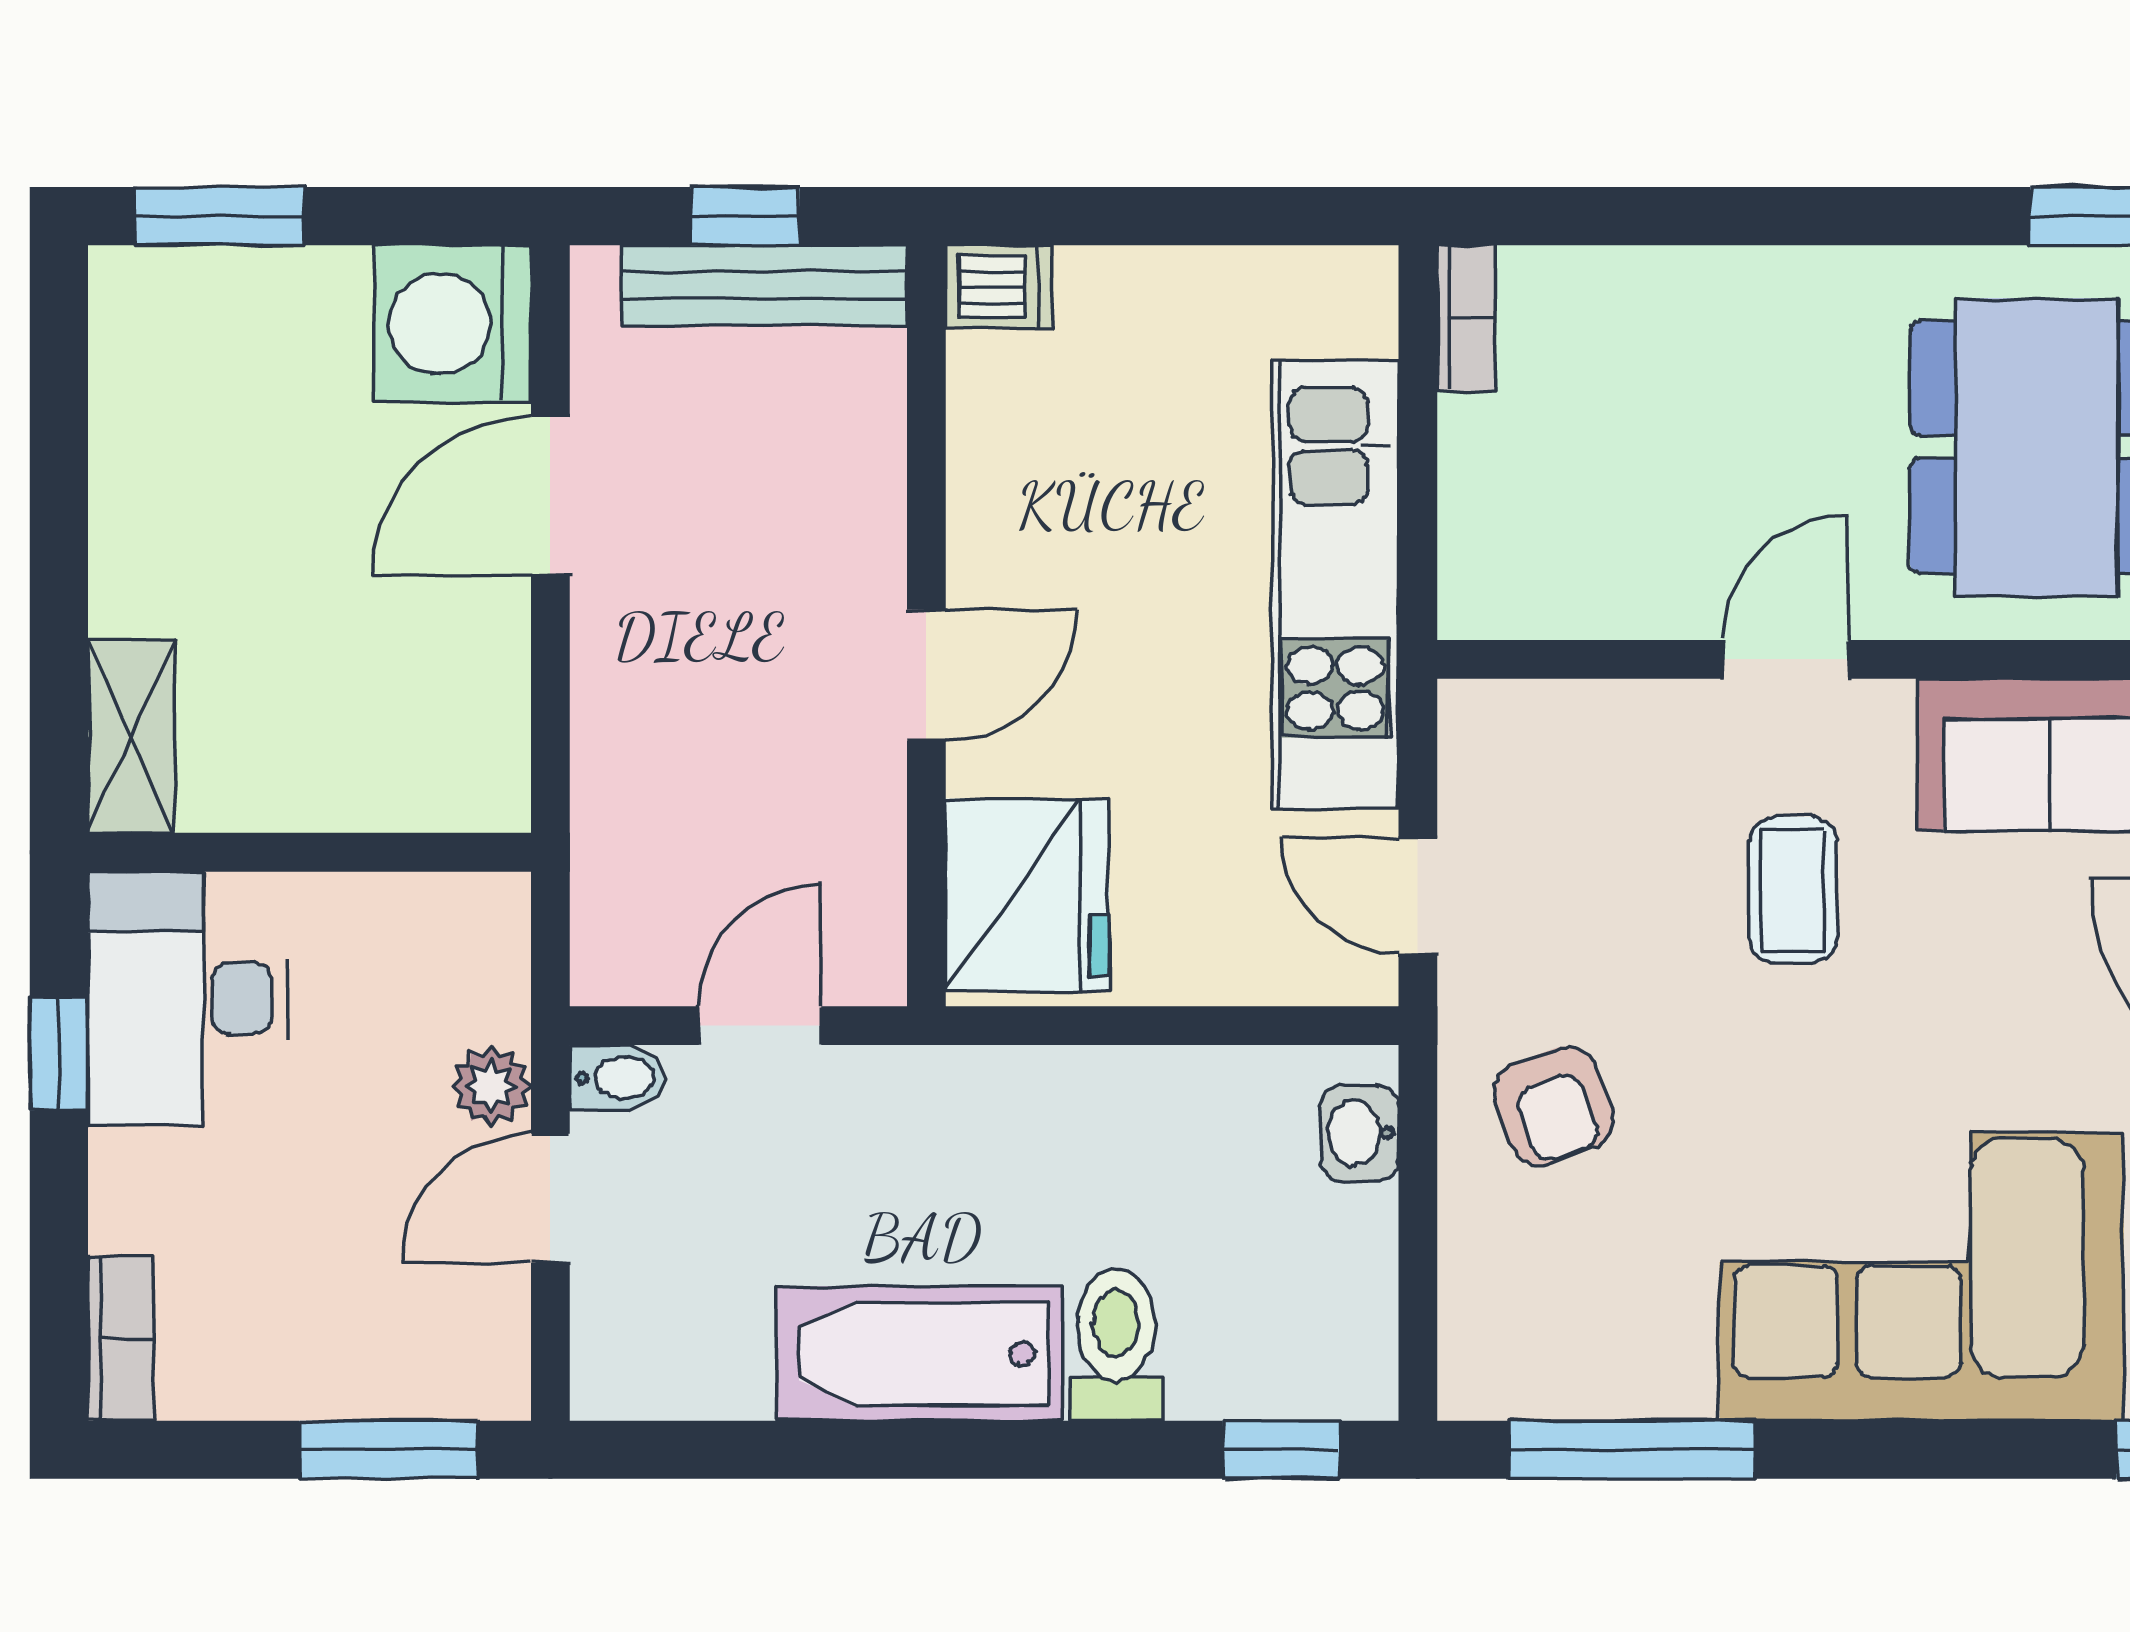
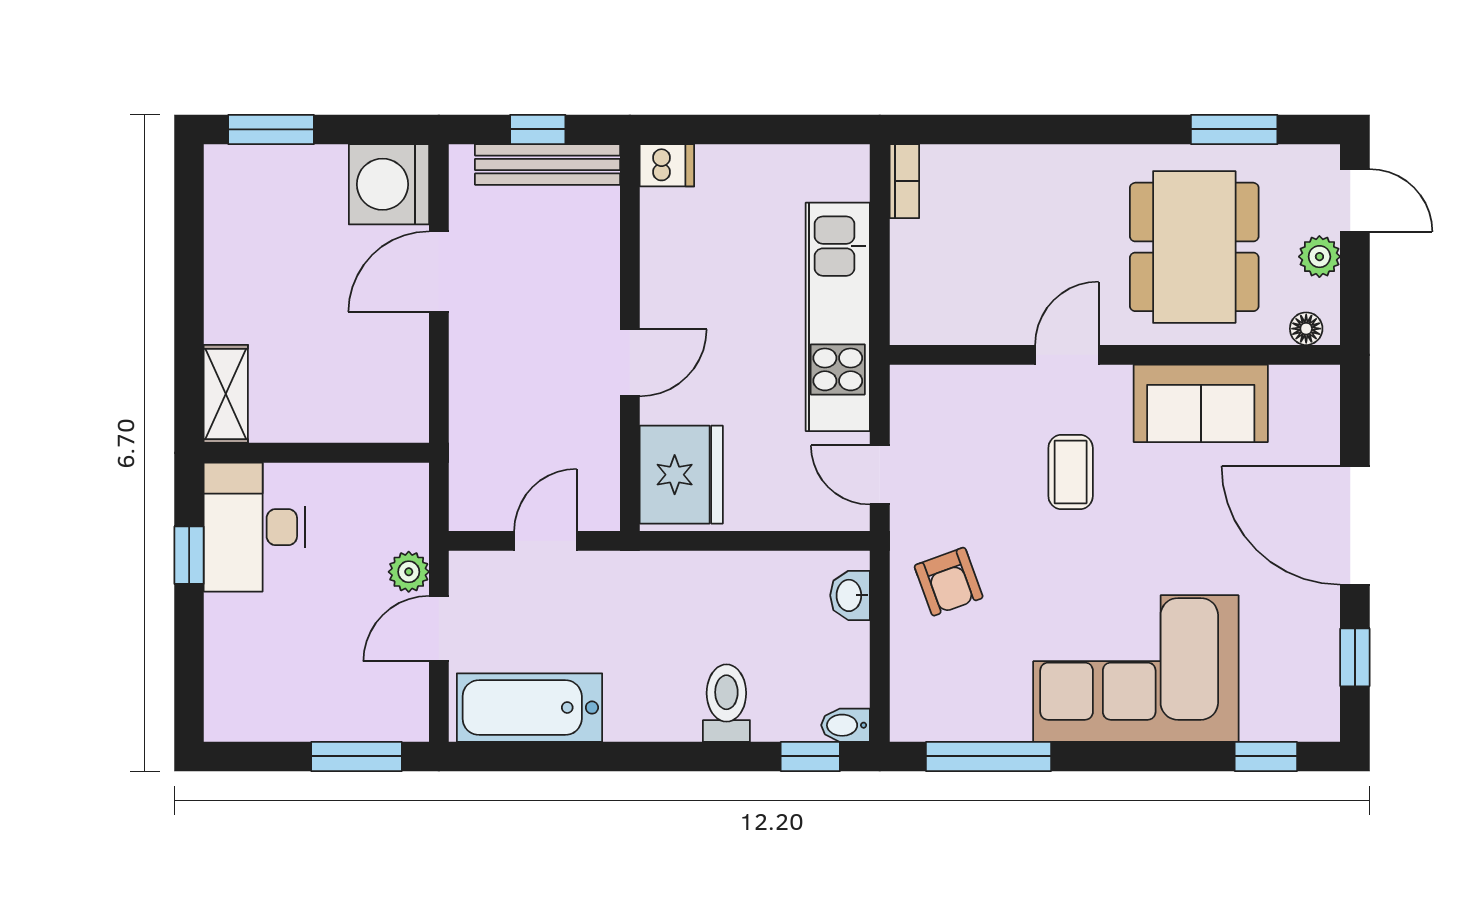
bidet: (618, 1078) -> (846, 725), moved, turned 180
bookcase: (121, 1339) -> (220, 700), removed
bathtub: (919, 1353) -> (529, 708), moved

